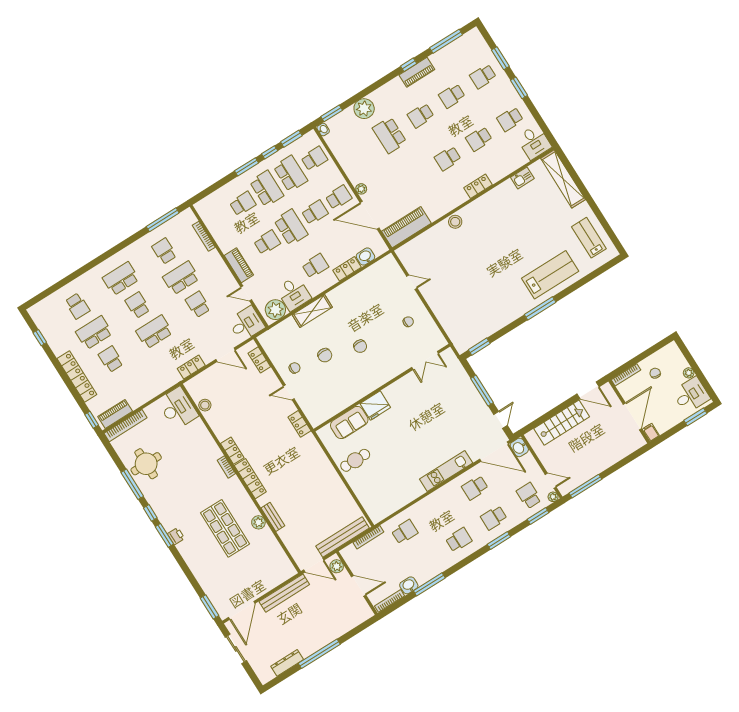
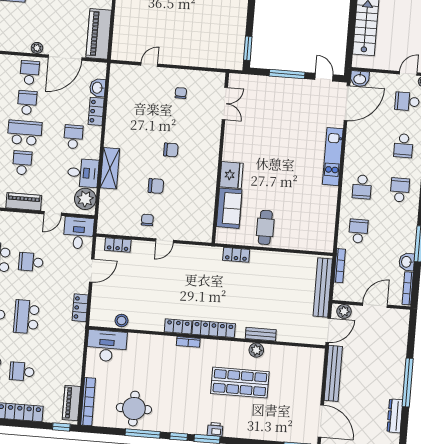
locker: (299, 424) -> (236, 255), moved
school desk: (475, 488) -> (362, 187), moved

